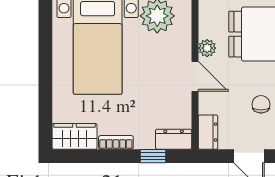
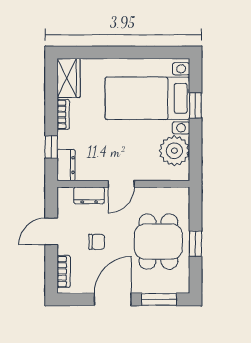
plant: (207, 48) -> (146, 195), removed
dresser: (208, 132) -> (89, 195), moved

